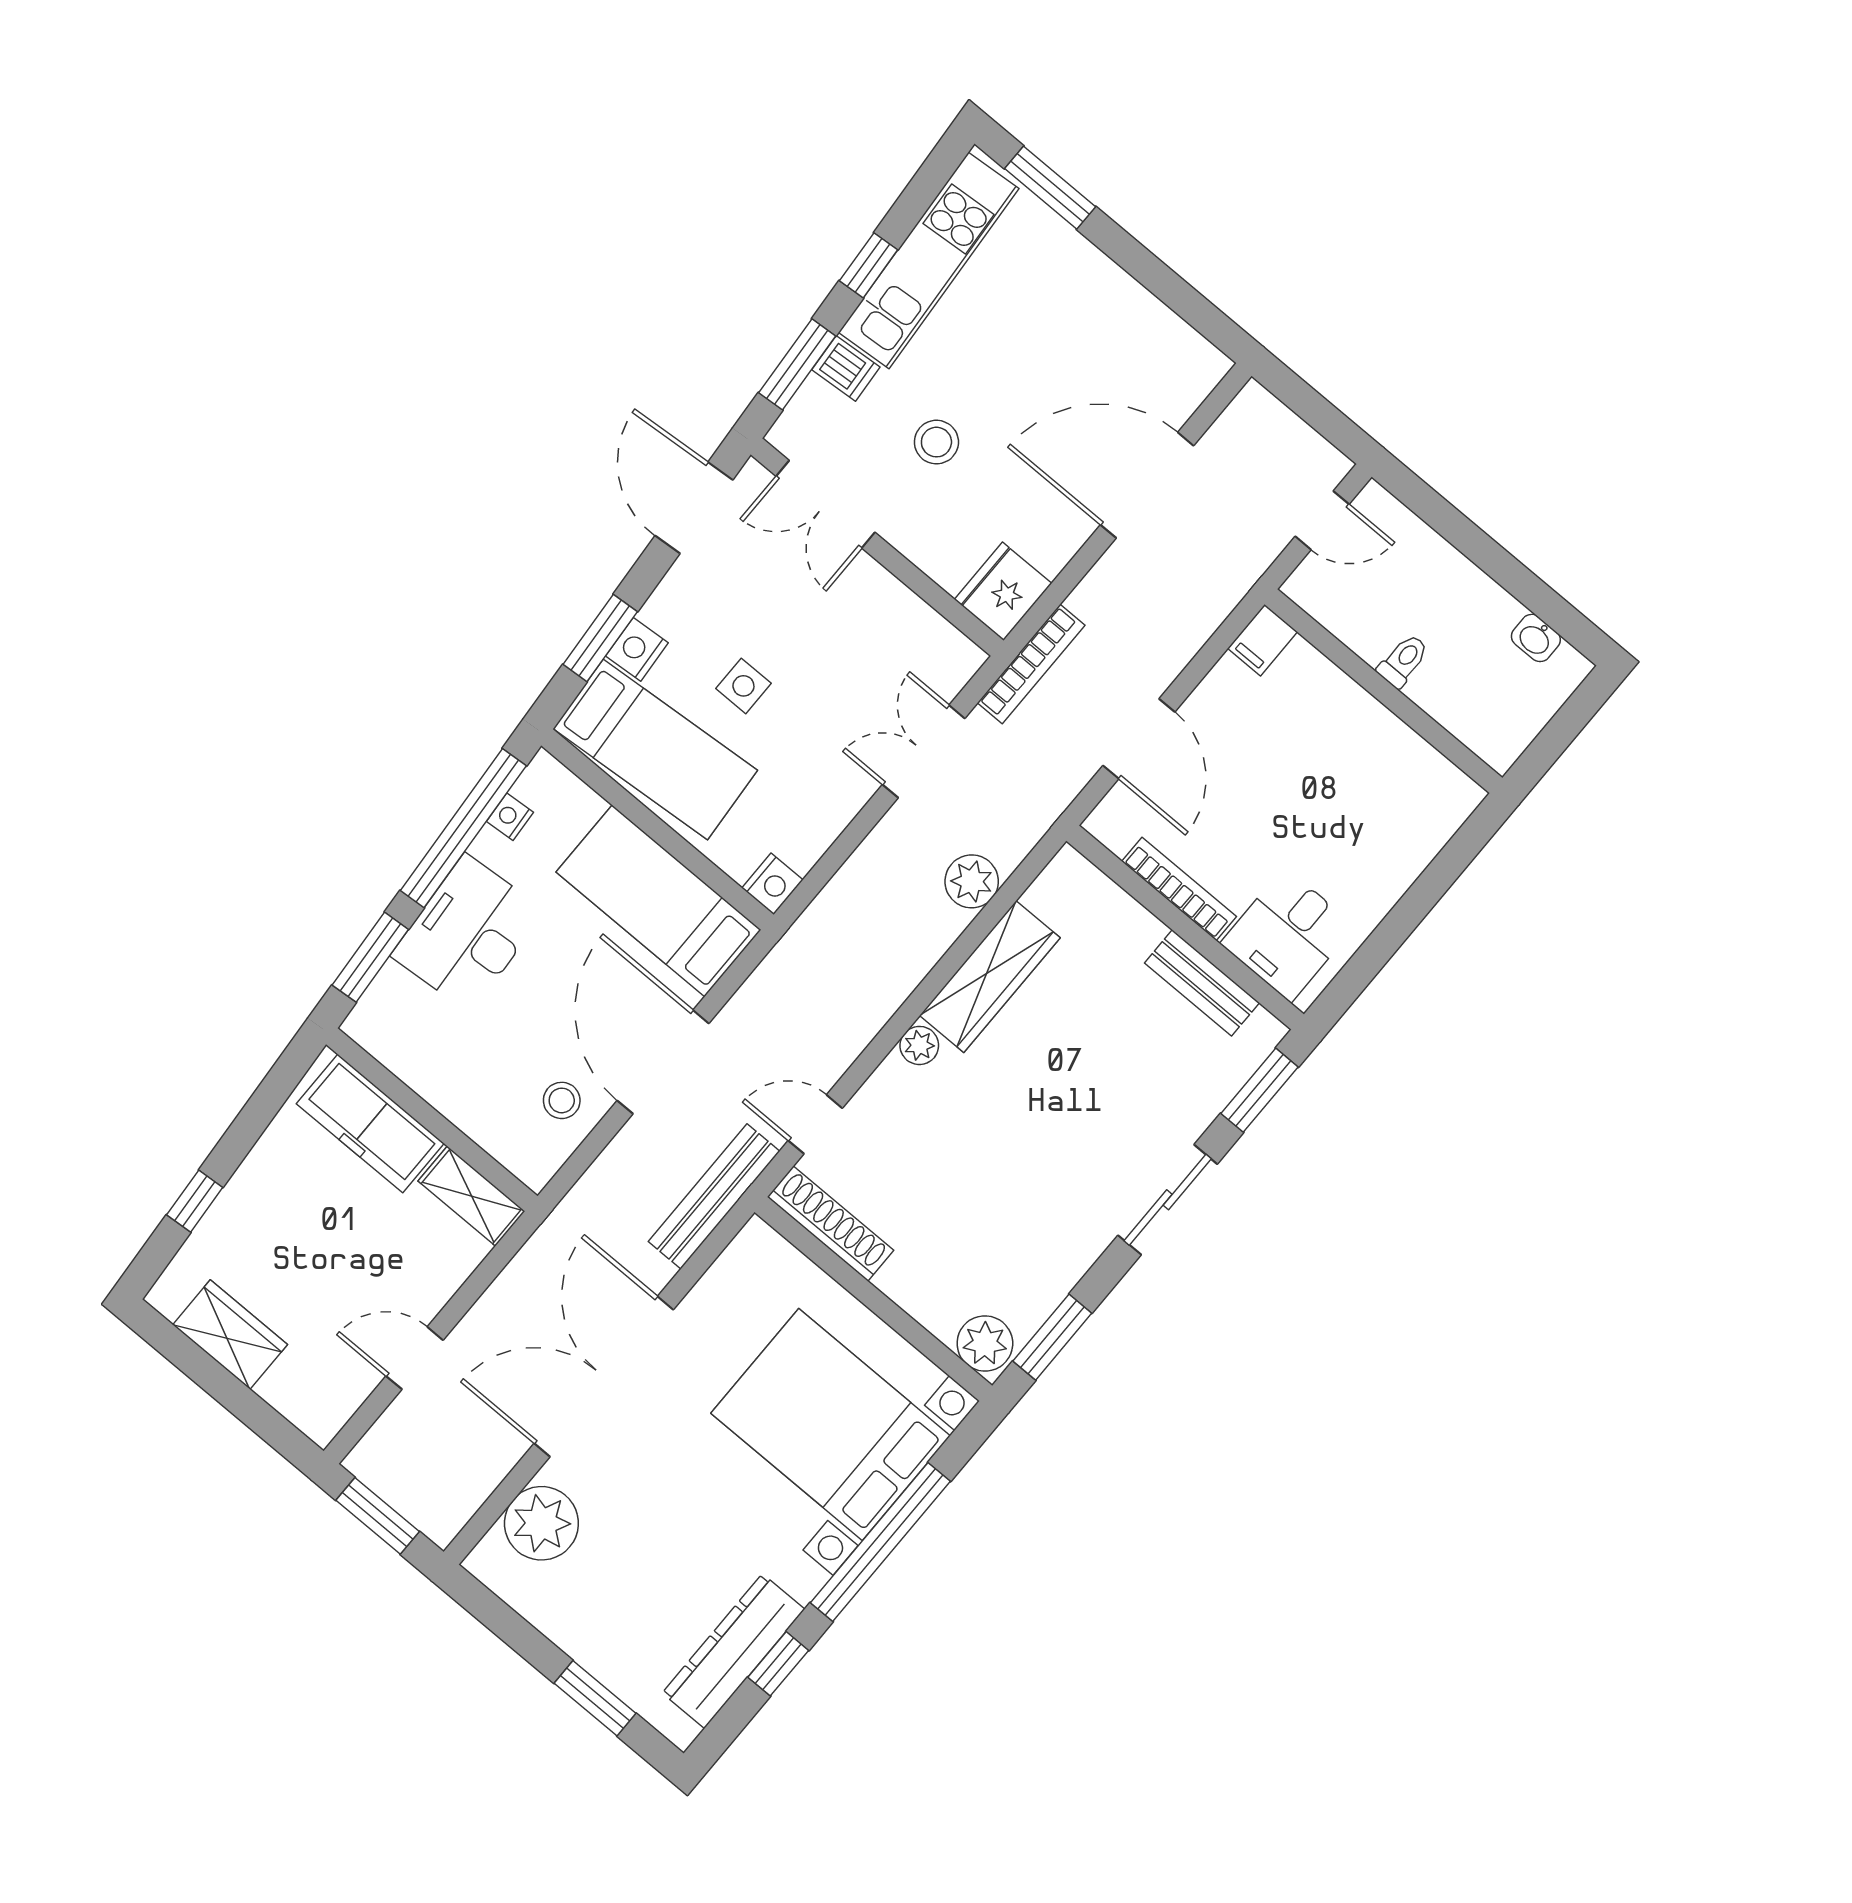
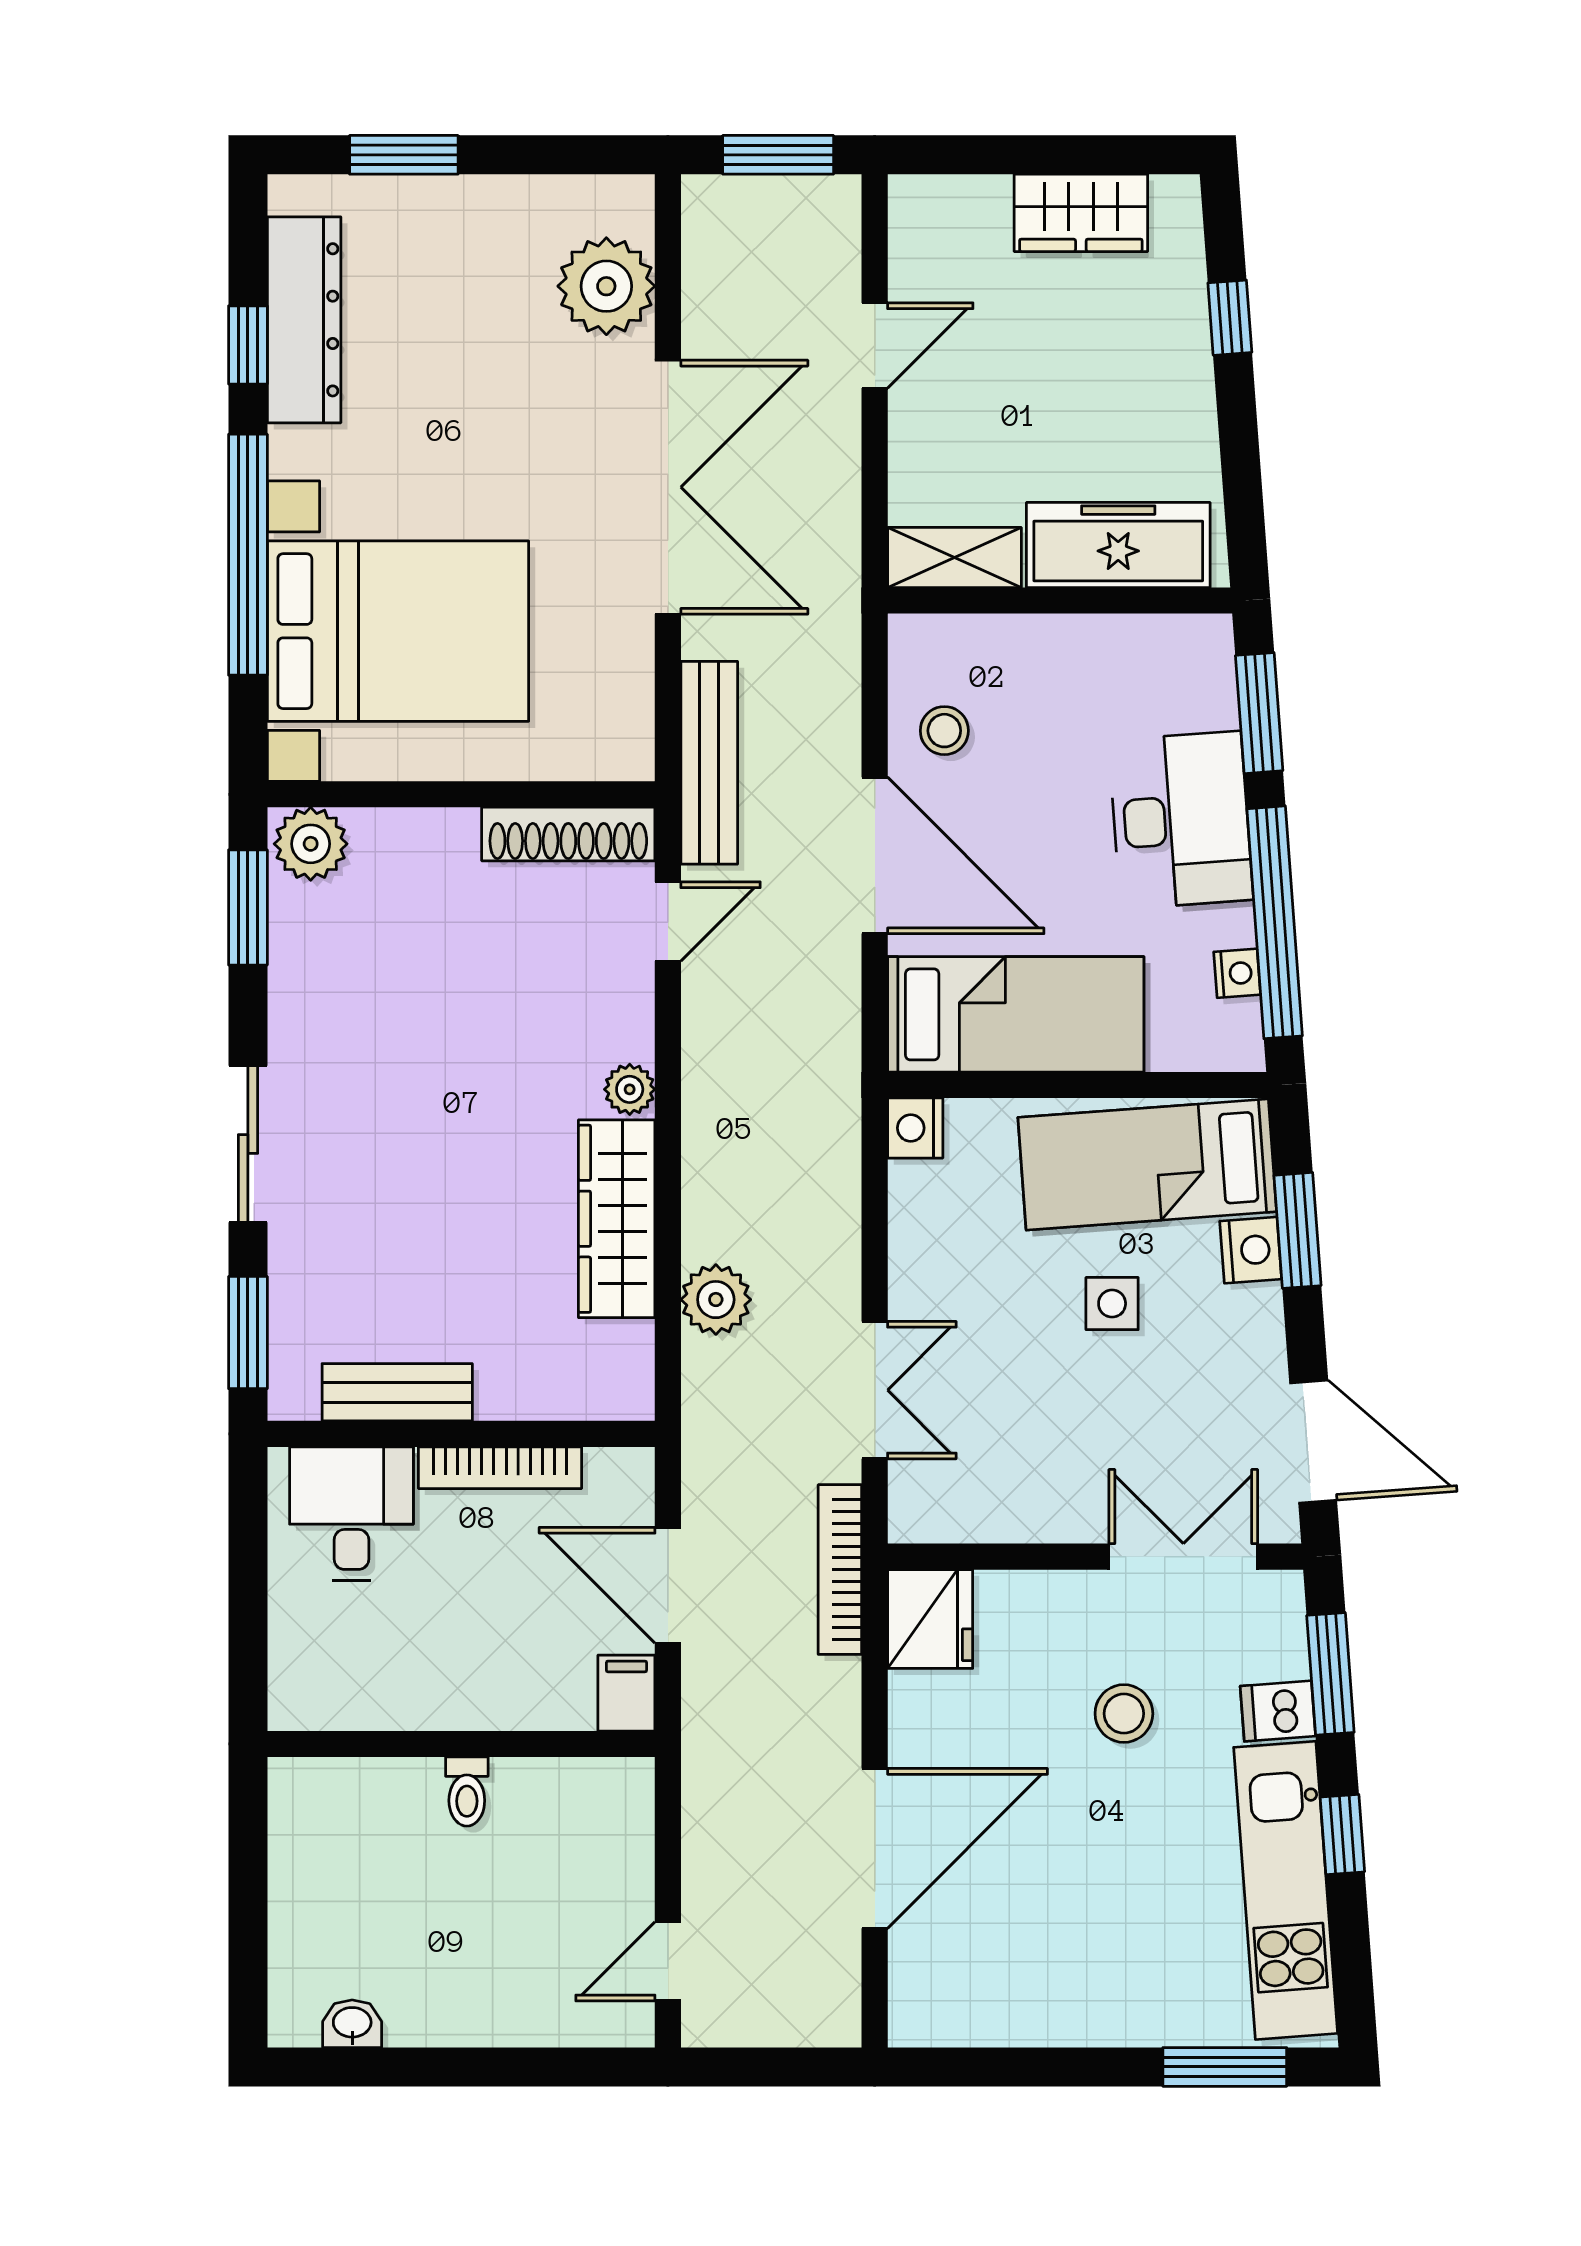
filing cabinet: (1263, 640) -> (626, 1693), moved
toilet: (1403, 661) -> (467, 1791), moved
wall: (1383, 691) -> (461, 1744), moved

